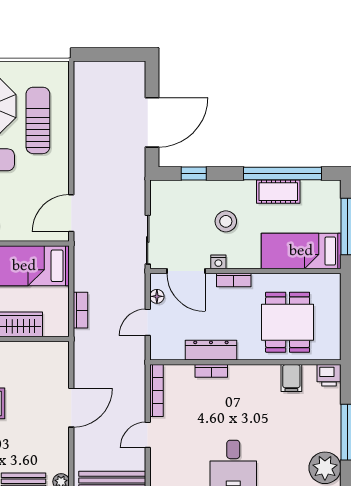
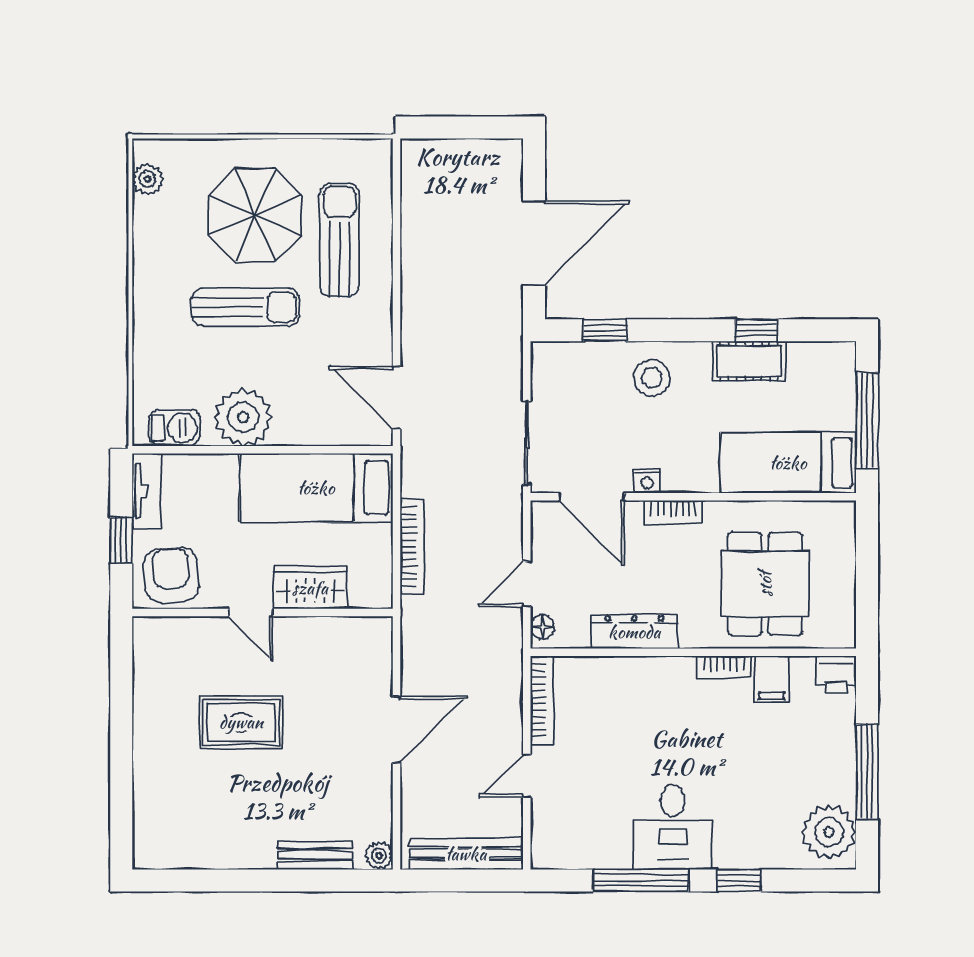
window: (283, 173) -> (757, 330), width x0.32
door: (71, 213) -> (396, 398), hinge flipped
stool: (226, 221) -> (652, 378), moved
floor lamp: (157, 296) -> (542, 627), moved
bookcase: (81, 310) -> (412, 546), width x1.56
bookcase: (211, 371) -> (724, 667), moved

